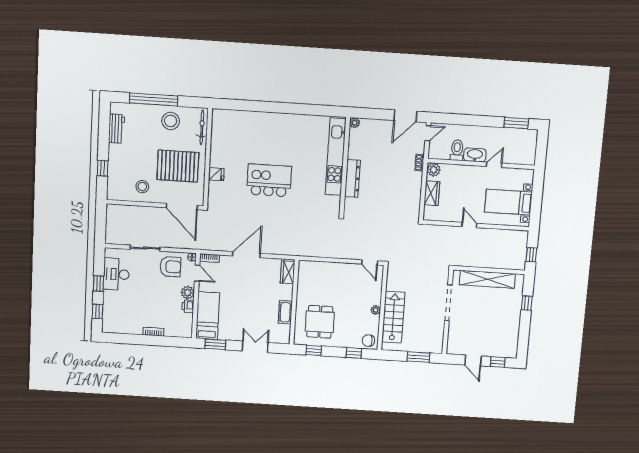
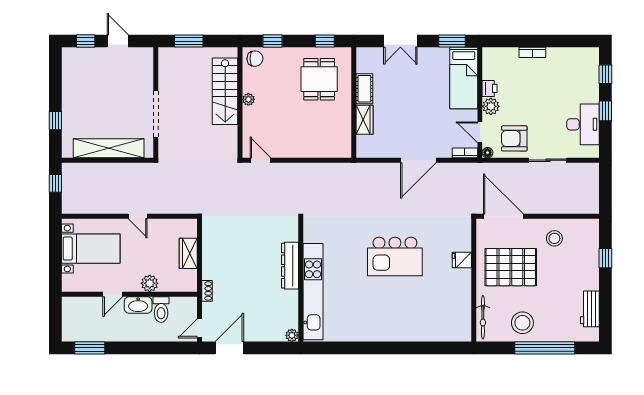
plant: (434, 170) -> (150, 283), moved
wardrobe: (288, 272) -> (364, 120), moved

